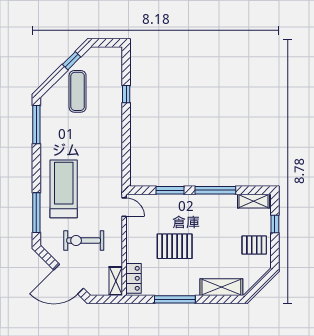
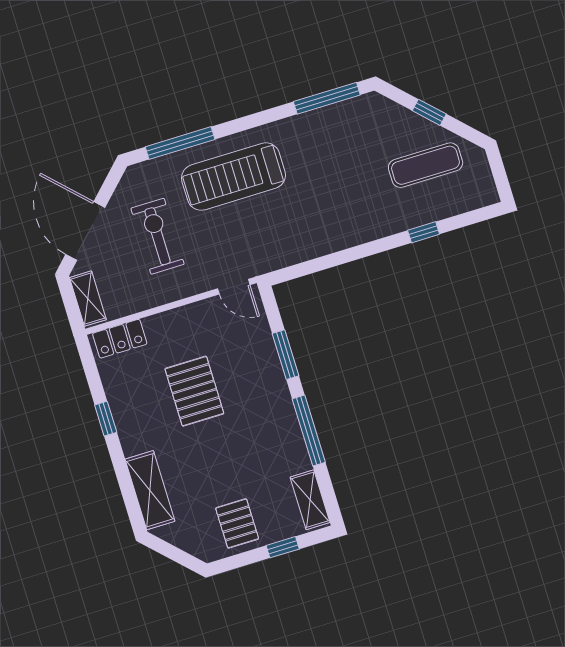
window: (72, 61) -> (429, 112), moved
exercise mat: (78, 91) -> (426, 165), moved
treadmill: (64, 189) -> (233, 177), turned 180
door: (124, 207) -> (234, 287), hinge flipped
shelving: (116, 281) -> (88, 299), moved, turned 90
window: (175, 299) -> (106, 419), width x0.46

